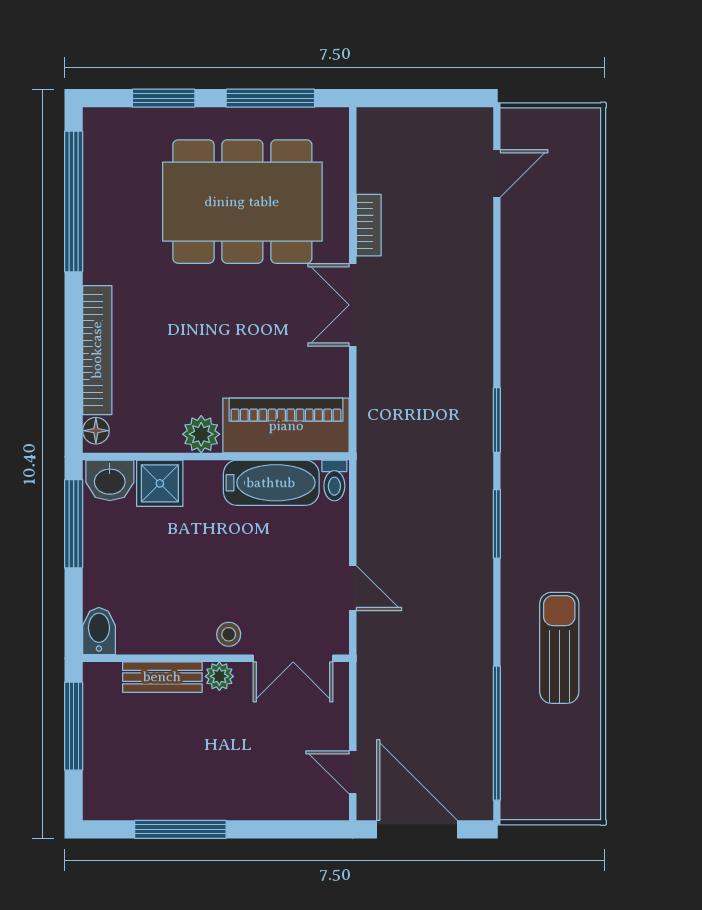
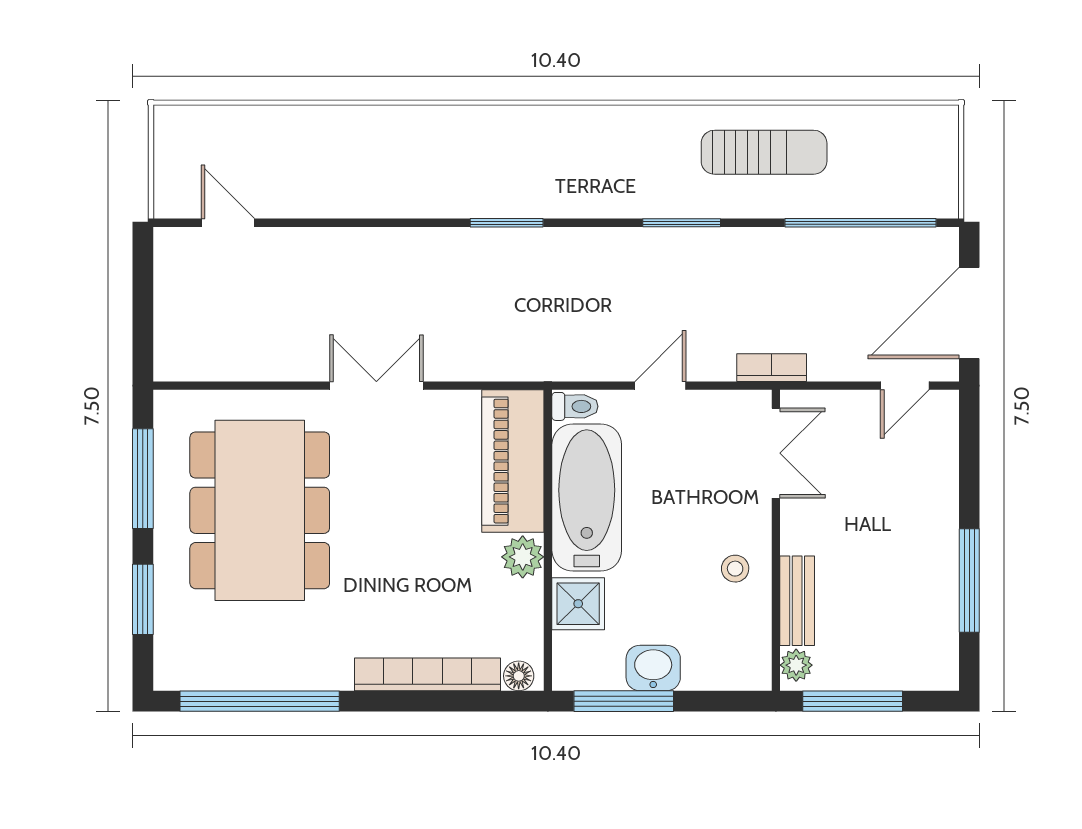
bookcase: (369, 225) -> (772, 368), moved
double door: (353, 305) -> (376, 386), swing flipped
washbasin: (110, 480) -> (653, 668), moved, turned -90
bathtub: (271, 483) -> (587, 498), width x1.36, depth x1.36
window: (497, 524) -> (682, 223), moved
door: (353, 588) -> (660, 386), moved
bidet: (99, 631) -> (745, 672), removed
stool: (229, 634) -> (735, 569), moved
sun lounger: (559, 648) -> (764, 152), turned 180
plant: (219, 676) -> (796, 665), moved

